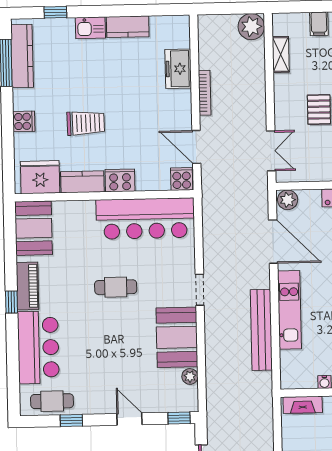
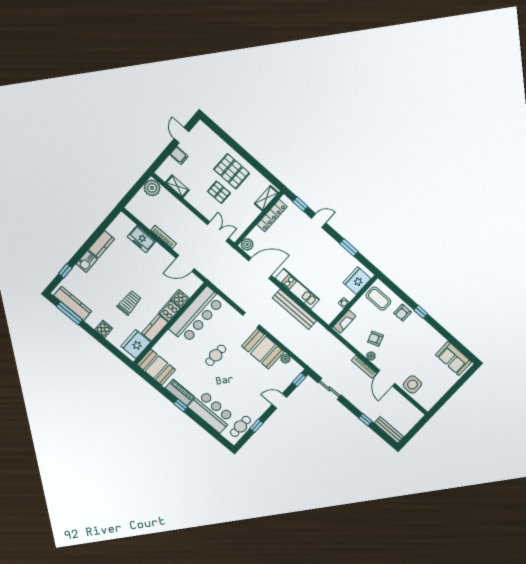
cooker: (182, 179) -> (180, 299), moved

